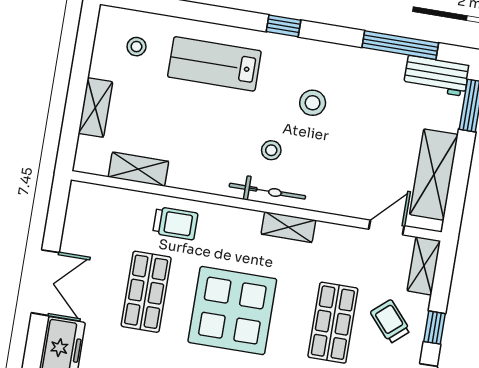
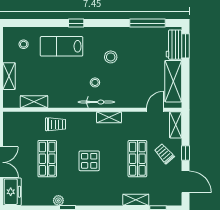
window: (284, 26) -> (76, 23), moved
workbench: (436, 76) -> (174, 45), moved, turned 90
display table: (232, 311) -> (89, 161), width x0.54, depth x0.54

